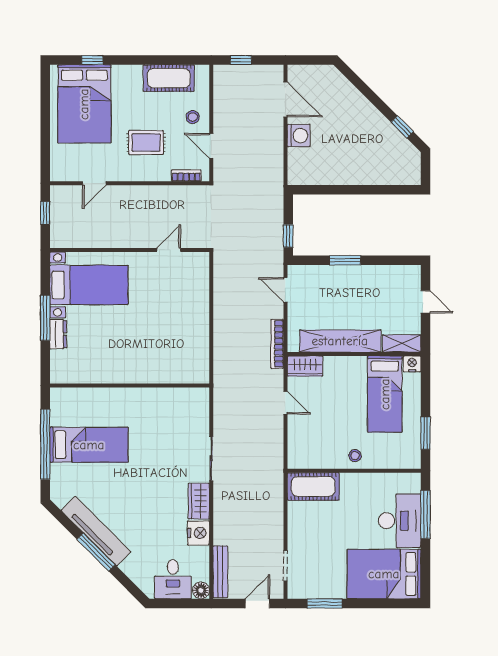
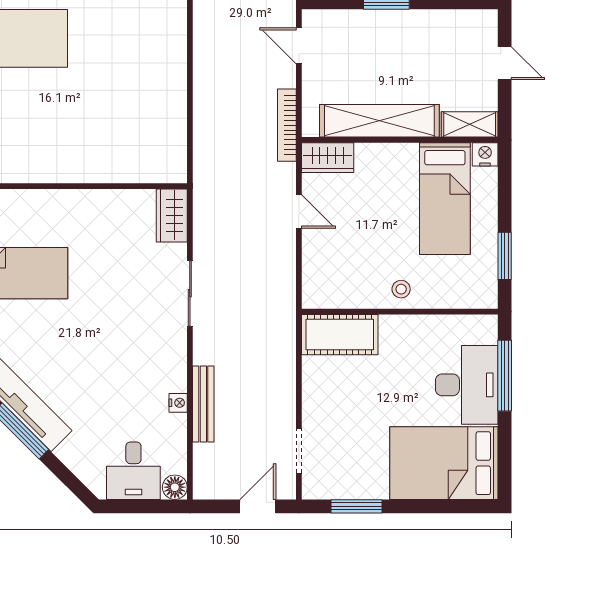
wardrobe: (199, 501) -> (172, 215), moved
nightstand: (198, 533) -> (178, 403), width x0.53, depth x0.56
bench: (220, 572) -> (203, 404), moved

